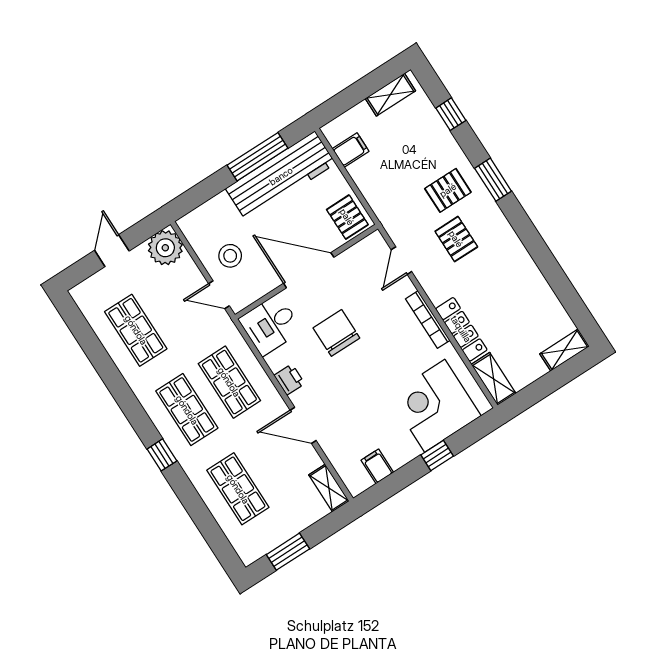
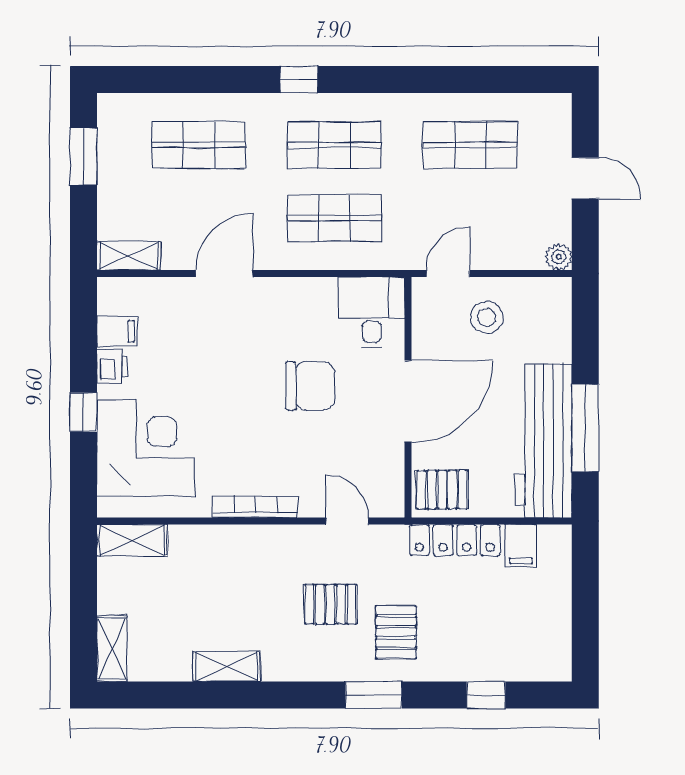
shelving: (390, 95) -> (226, 667), moved, turned 90
plant: (165, 248) -> (559, 257), width x0.53, depth x0.53
locker: (461, 329) -> (455, 540), moved
printer: (289, 380) -> (112, 366), moved, turned -90

